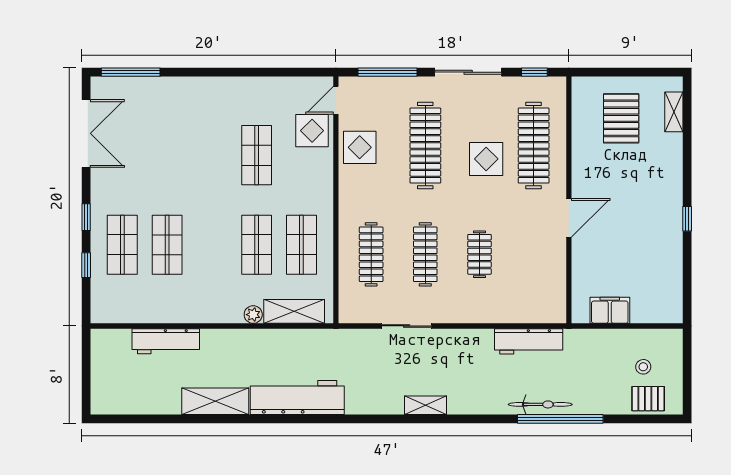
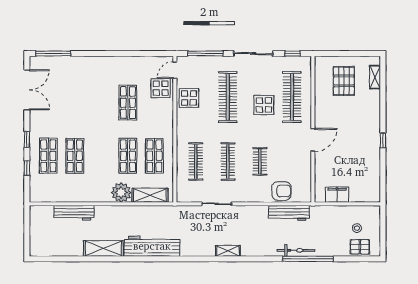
armchair: (516, 304) -> (281, 191), added
plant: (253, 315) -> (121, 192), width x1.87, depth x1.87

